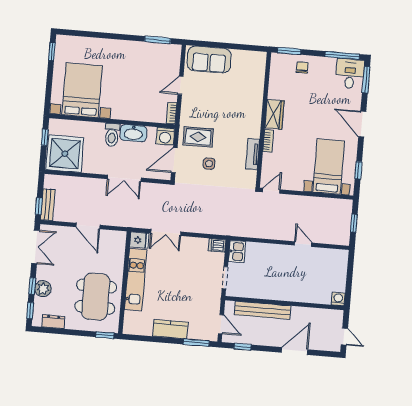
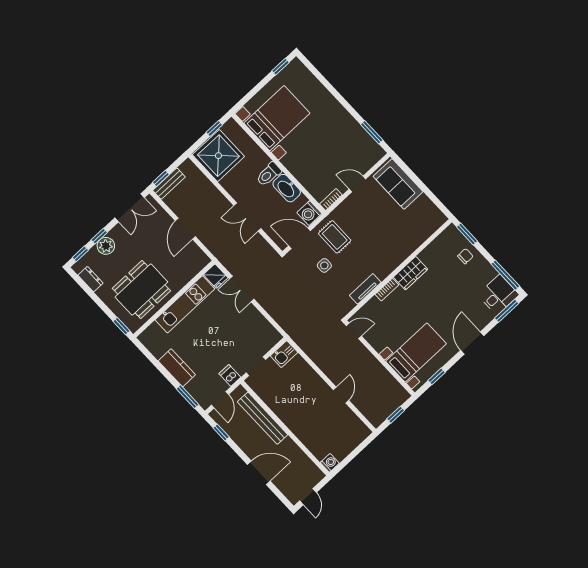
dishwasher: (217, 245) -> (230, 375), moved

